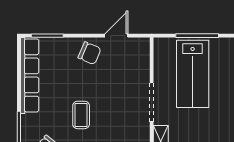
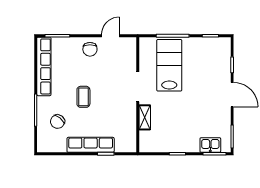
chair: (89, 53) -> (90, 49), turned 67
lab bench: (193, 74) -> (169, 65), turned 180

